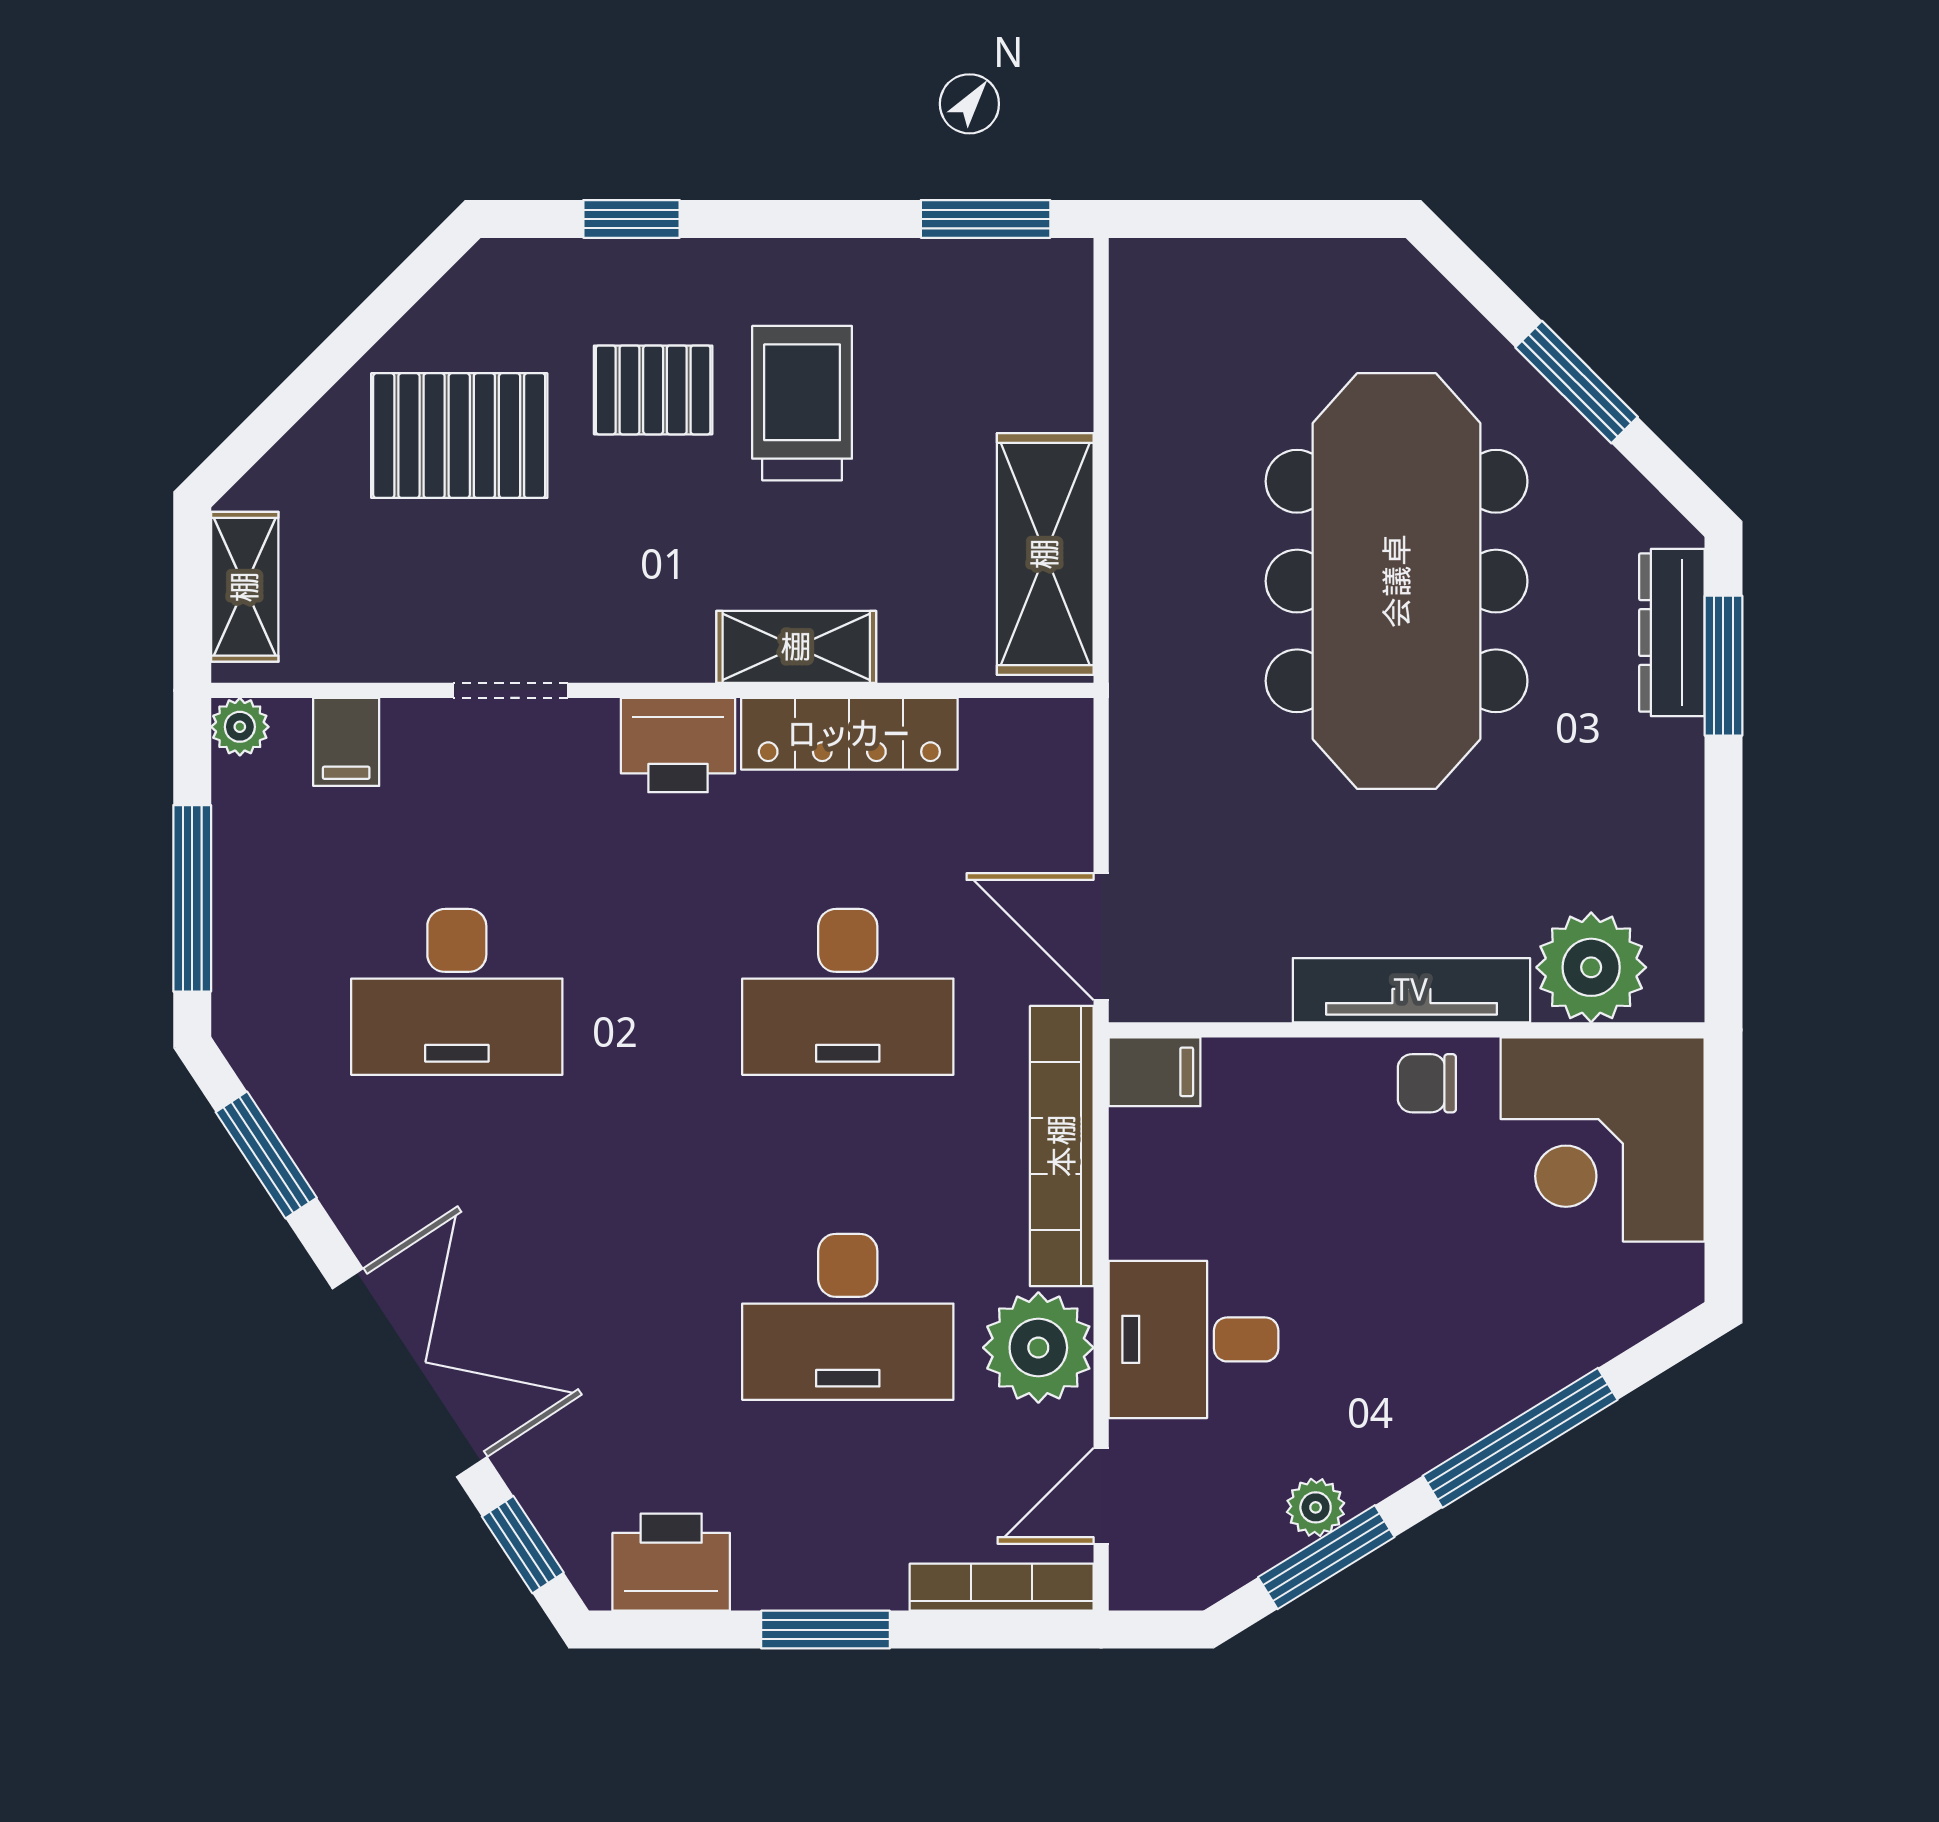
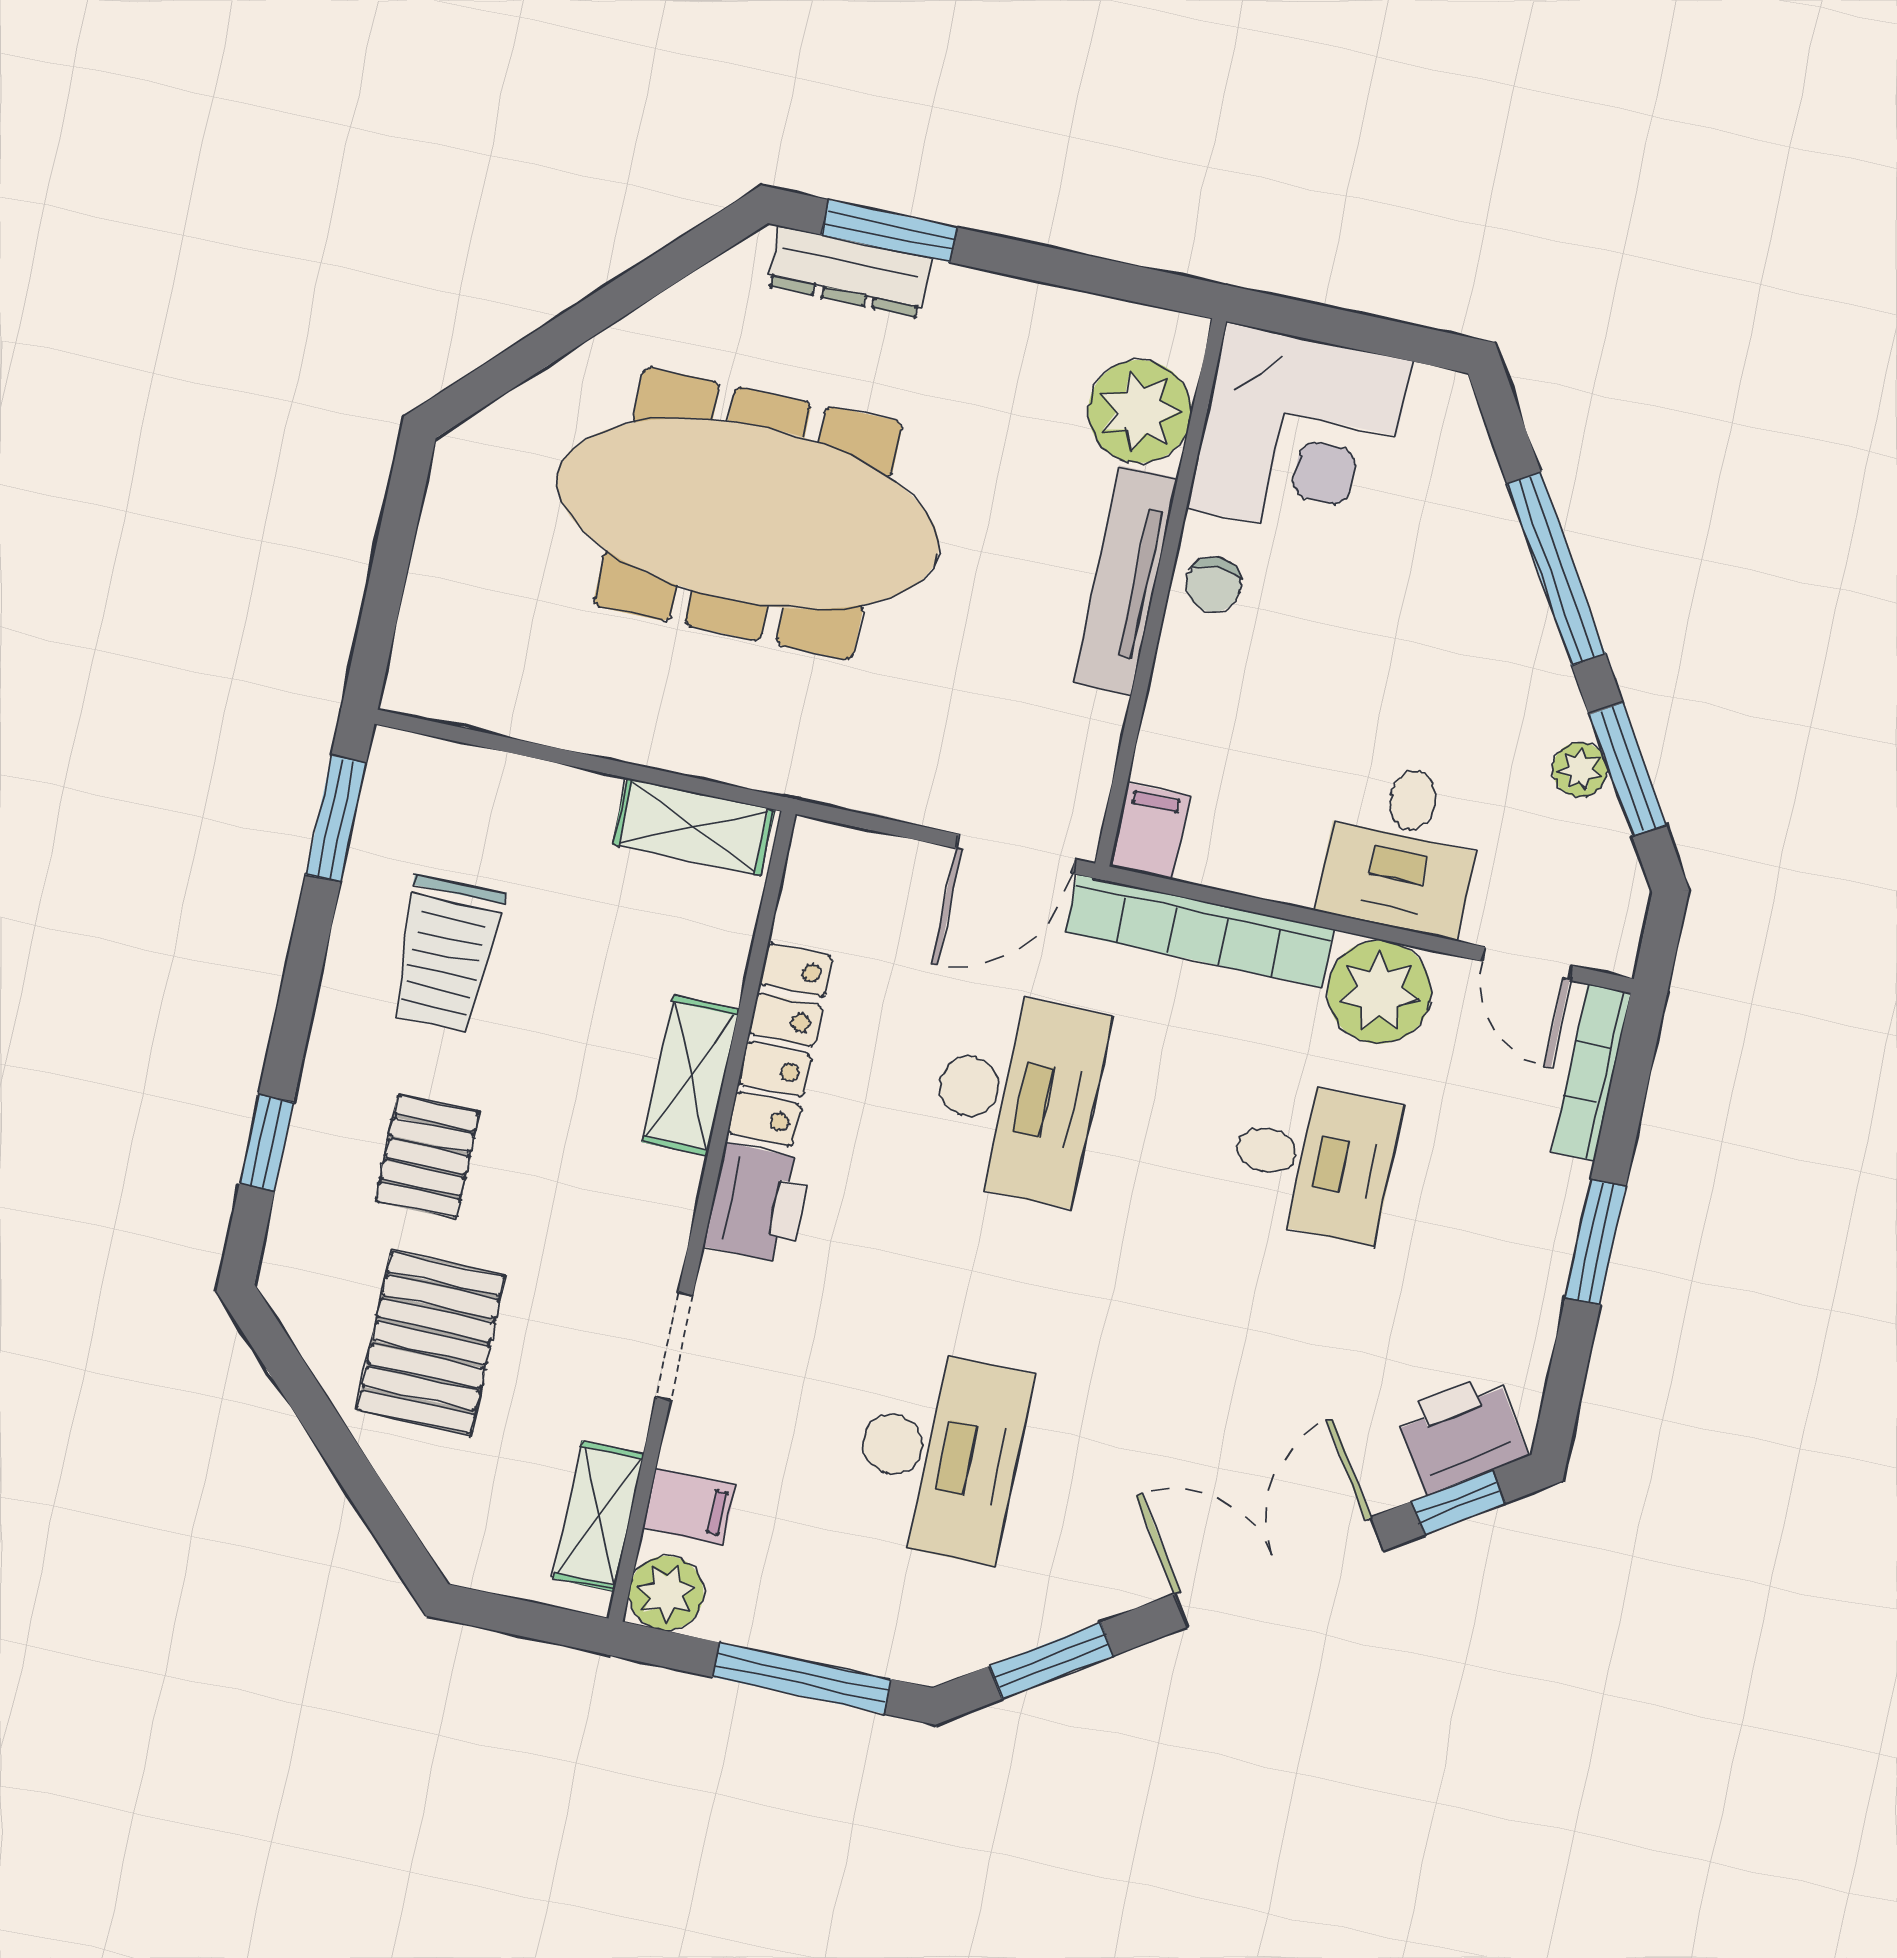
window: (1577, 382) -> (601, 310), removed
trolley: (802, 403) -> (446, 954), moved, turned -90
shelving: (1045, 554) -> (694, 827), width x0.67, depth x0.75
shelving: (245, 587) -> (598, 1516), moved, turned 90
plant: (240, 727) -> (666, 1593), width x1.38, depth x1.38
desk: (848, 1317) -> (1314, 1160), width x0.73
printer: (671, 1562) -> (1461, 1434), moved, turned 57

